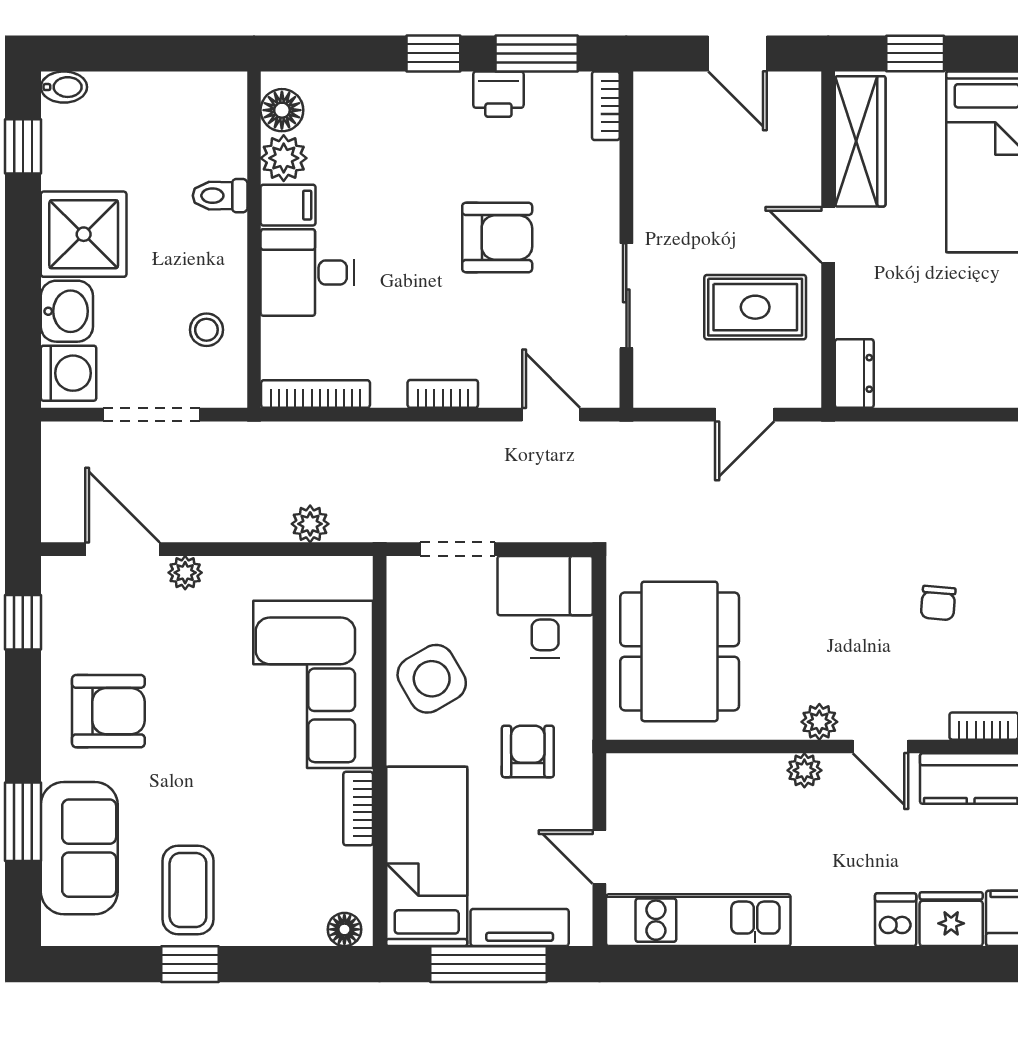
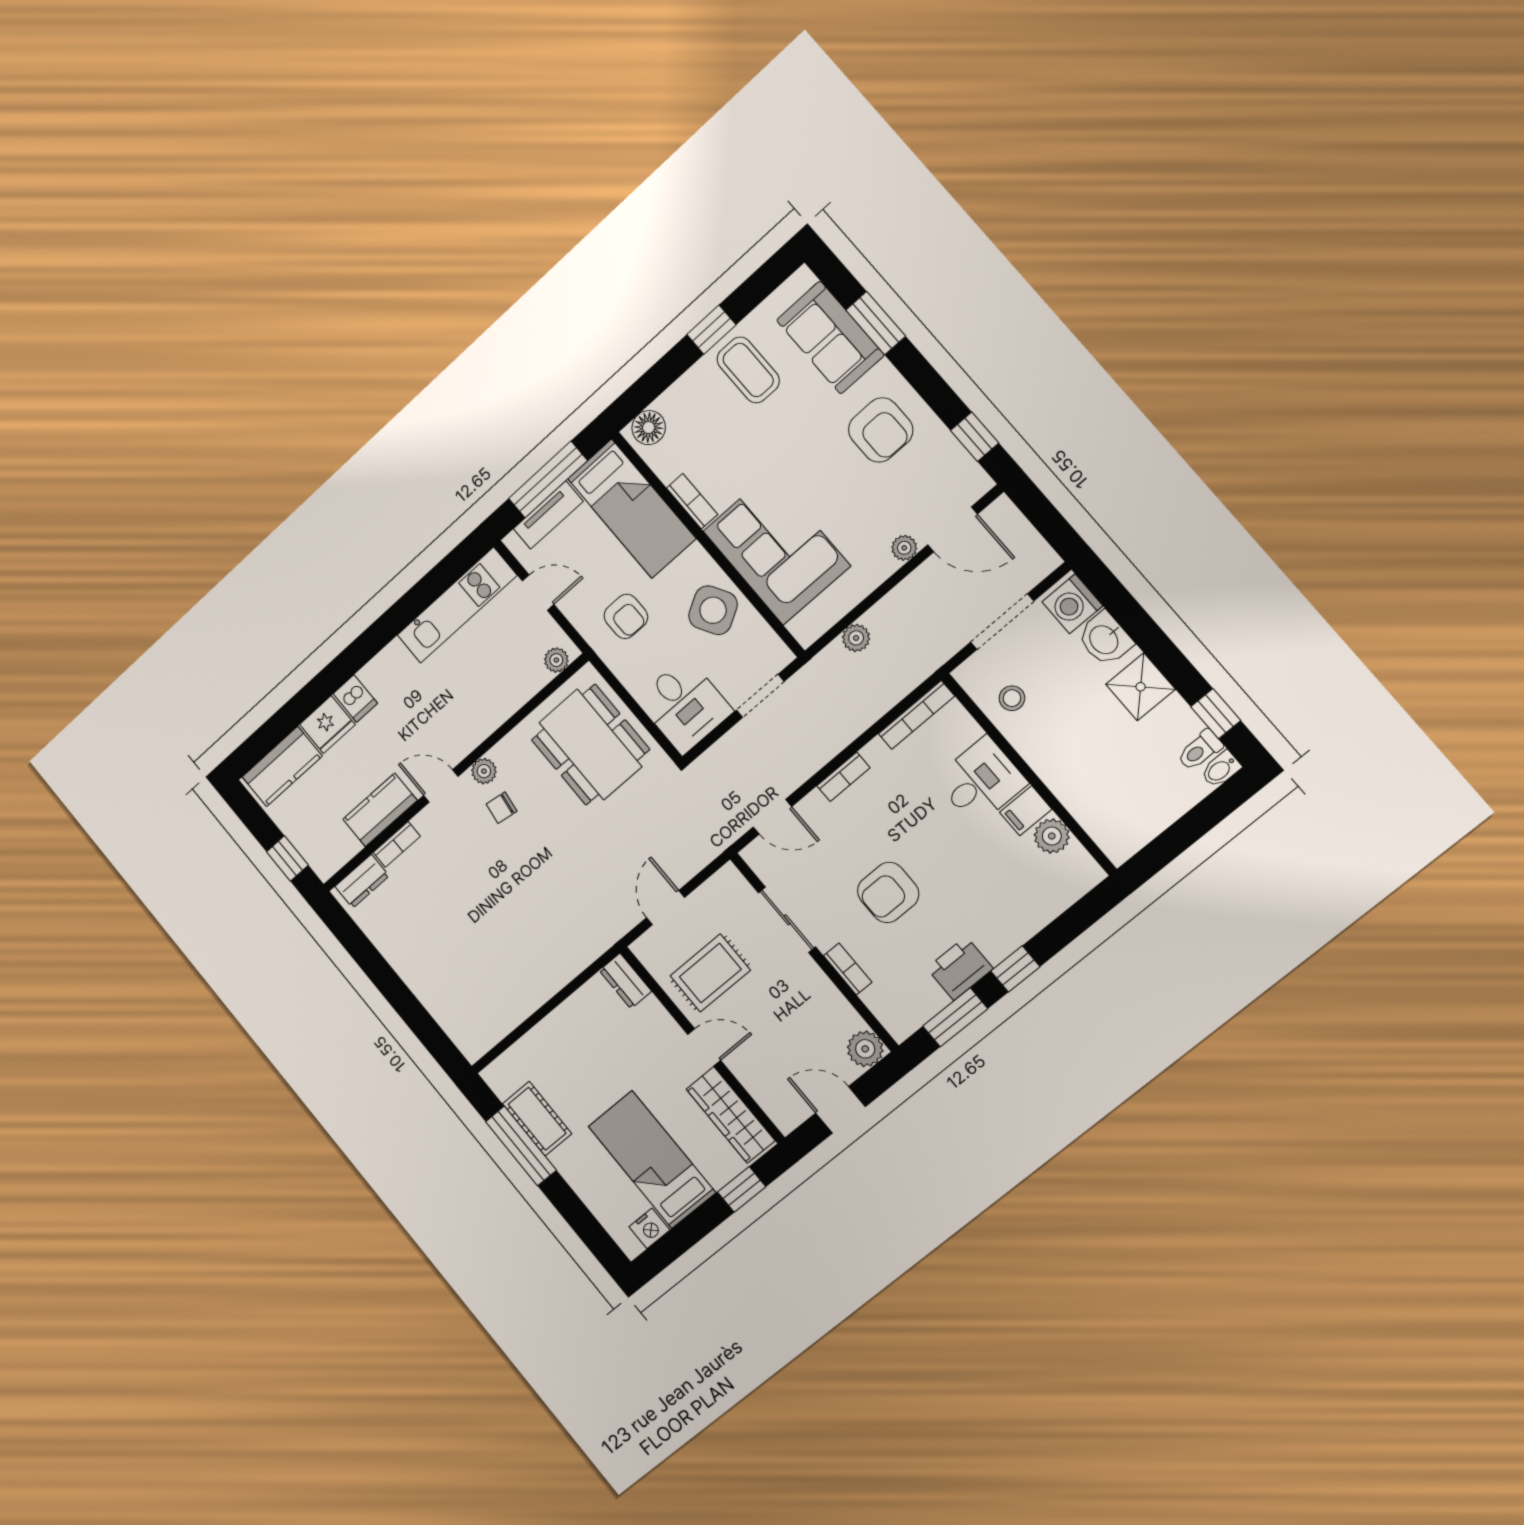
printer: (498, 94) -> (960, 968), width x1.36, depth x1.24
plant: (658, 96) -> (865, 1049), added
bookcase: (606, 106) -> (848, 969), moved
floor lamp: (282, 110) -> (1077, 863), removed
toilet: (220, 196) -> (1200, 750), moved, turned 180
shower: (84, 234) -> (1141, 687), width x0.73, depth x0.73
chair: (938, 603) -> (502, 808), moved, turned -87
armchair: (108, 711) -> (881, 430), turned -90
plant: (804, 770) -> (556, 660), moved
floor lamp: (344, 929) -> (649, 428), width x1.37, depth x1.37

